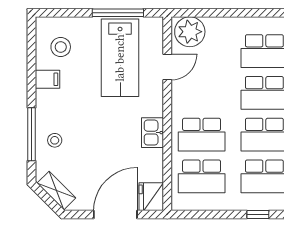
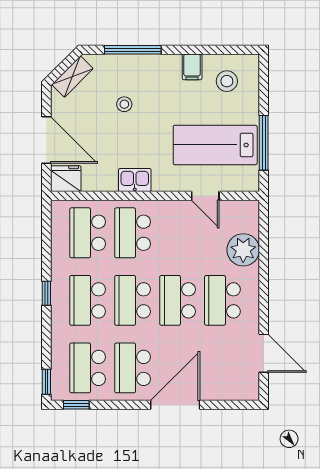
plant: (190, 32) -> (243, 250), moved
stool: (55, 140) -> (124, 104), moved

